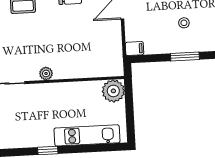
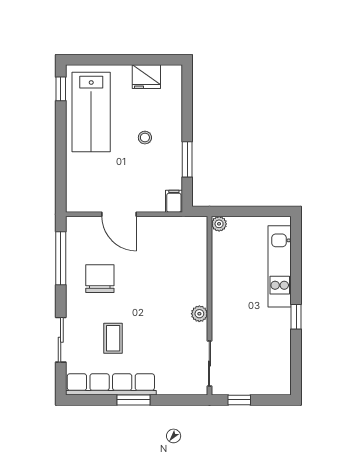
window: (185, 56) -> (187, 159), moved
plant: (113, 91) -> (219, 224), width x0.53, depth x0.53

